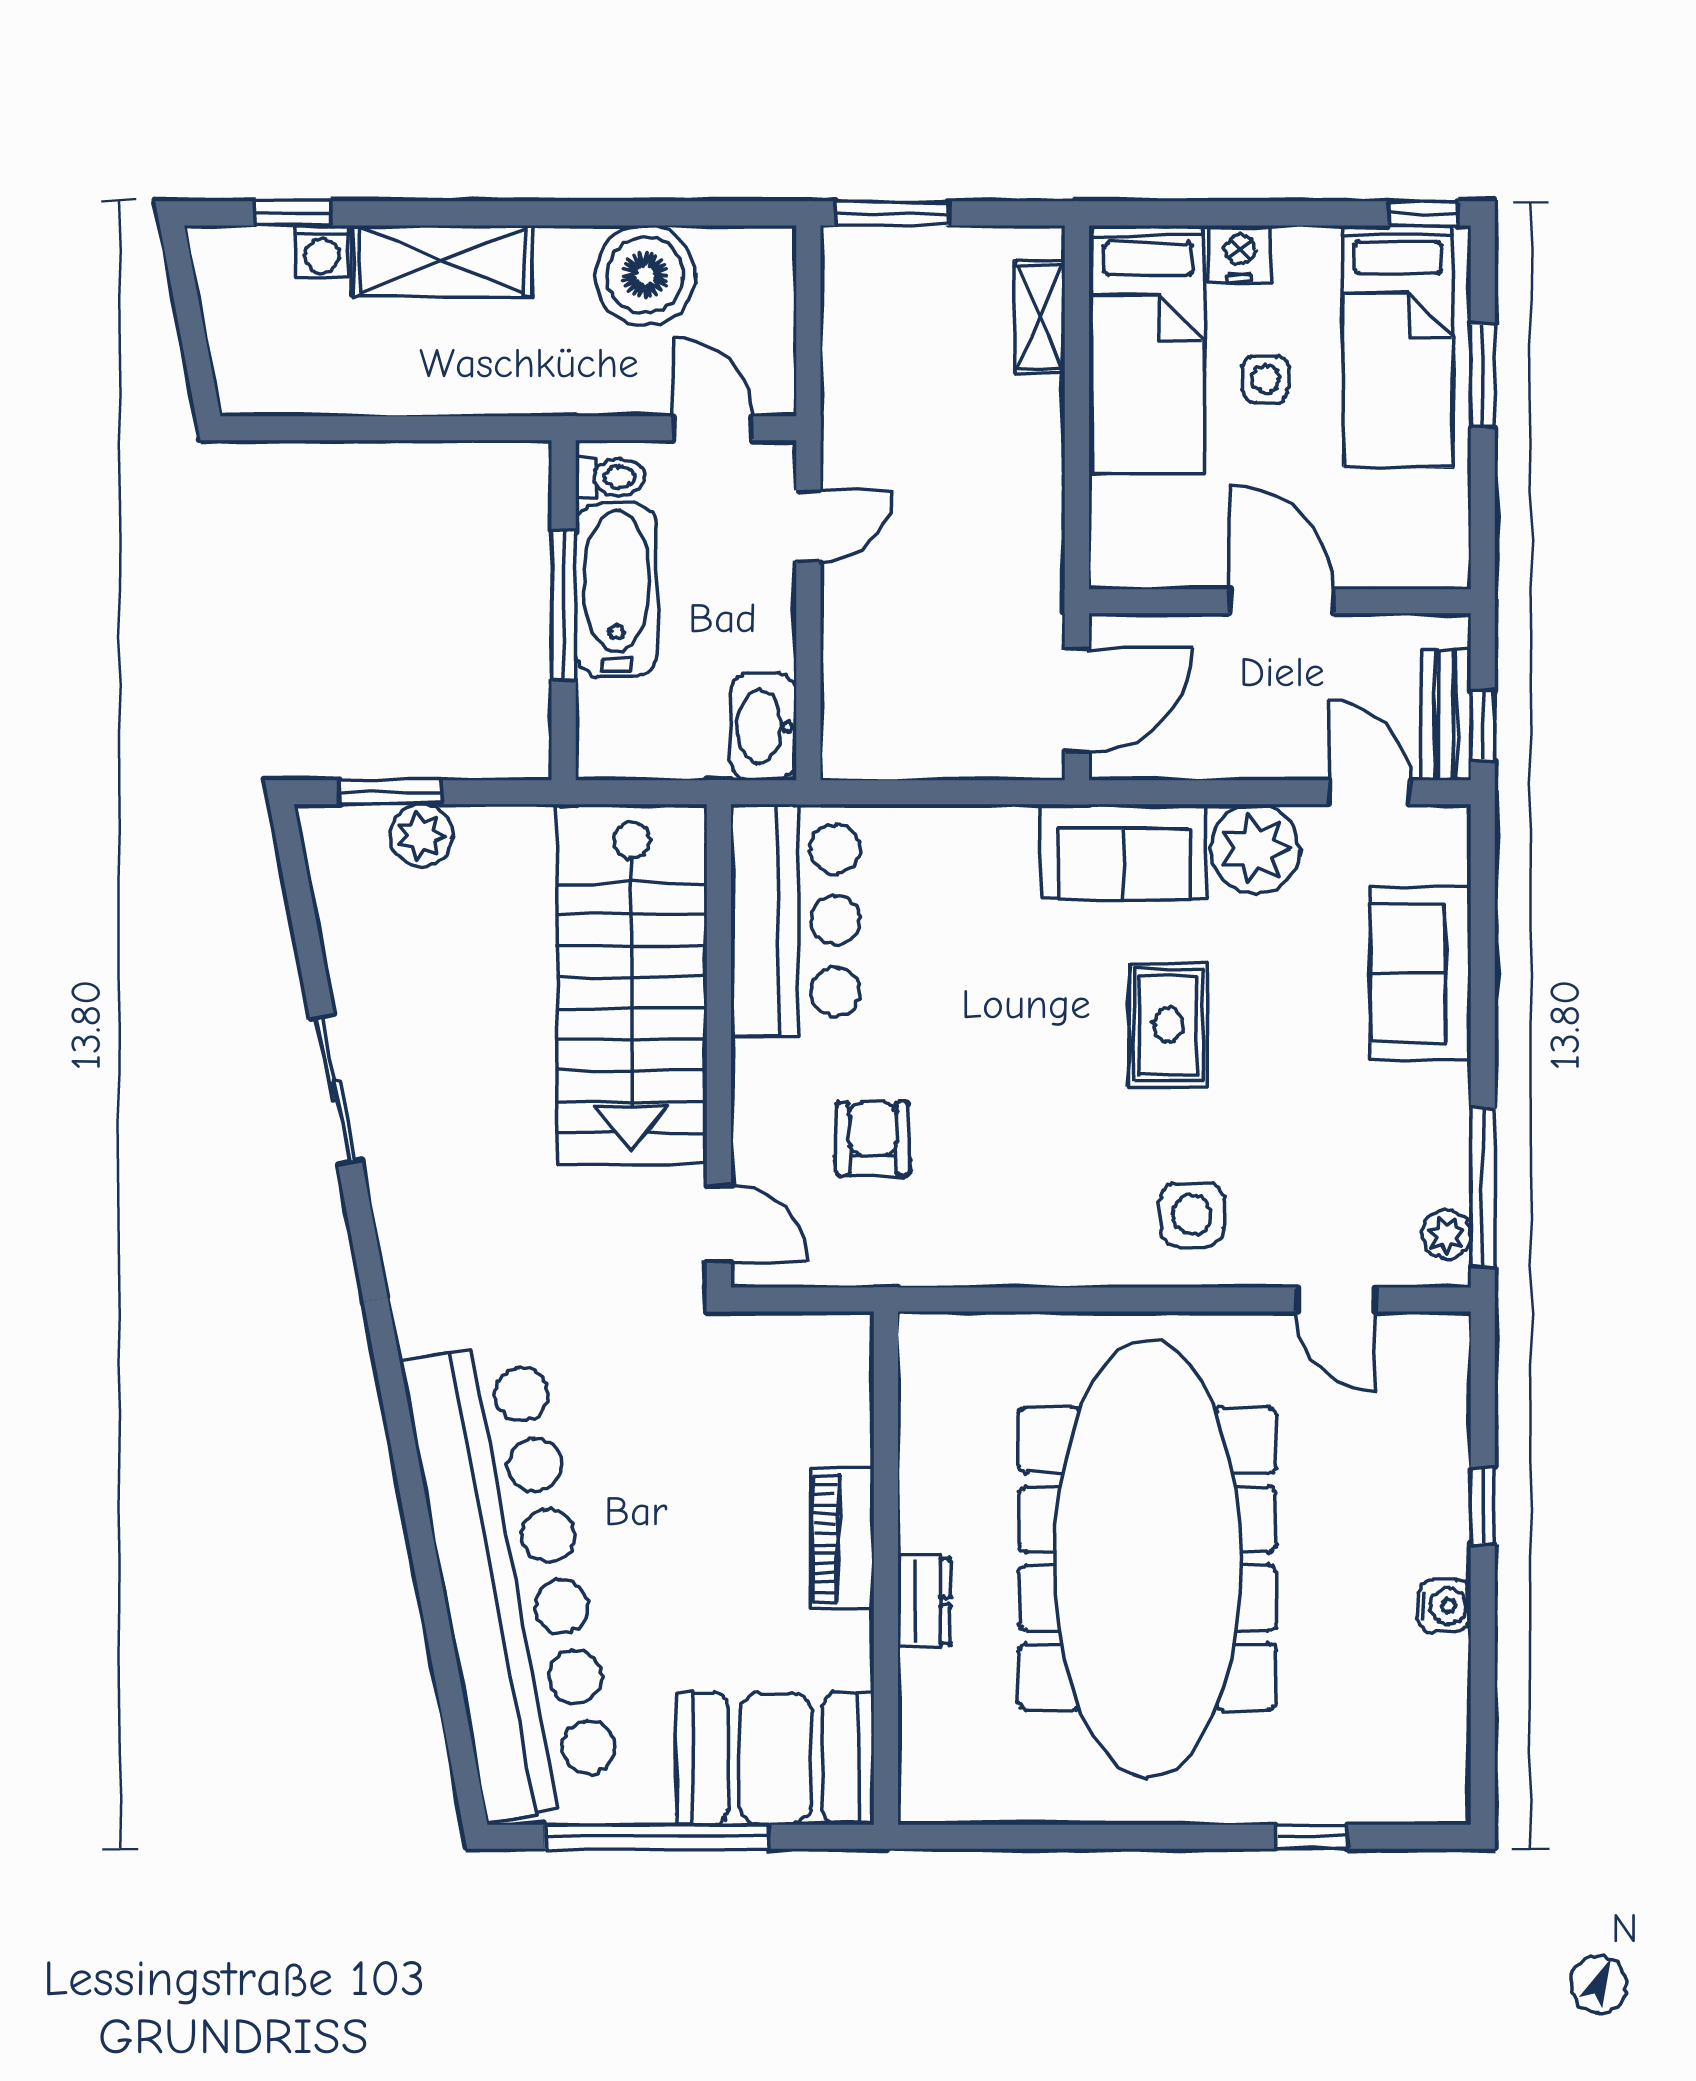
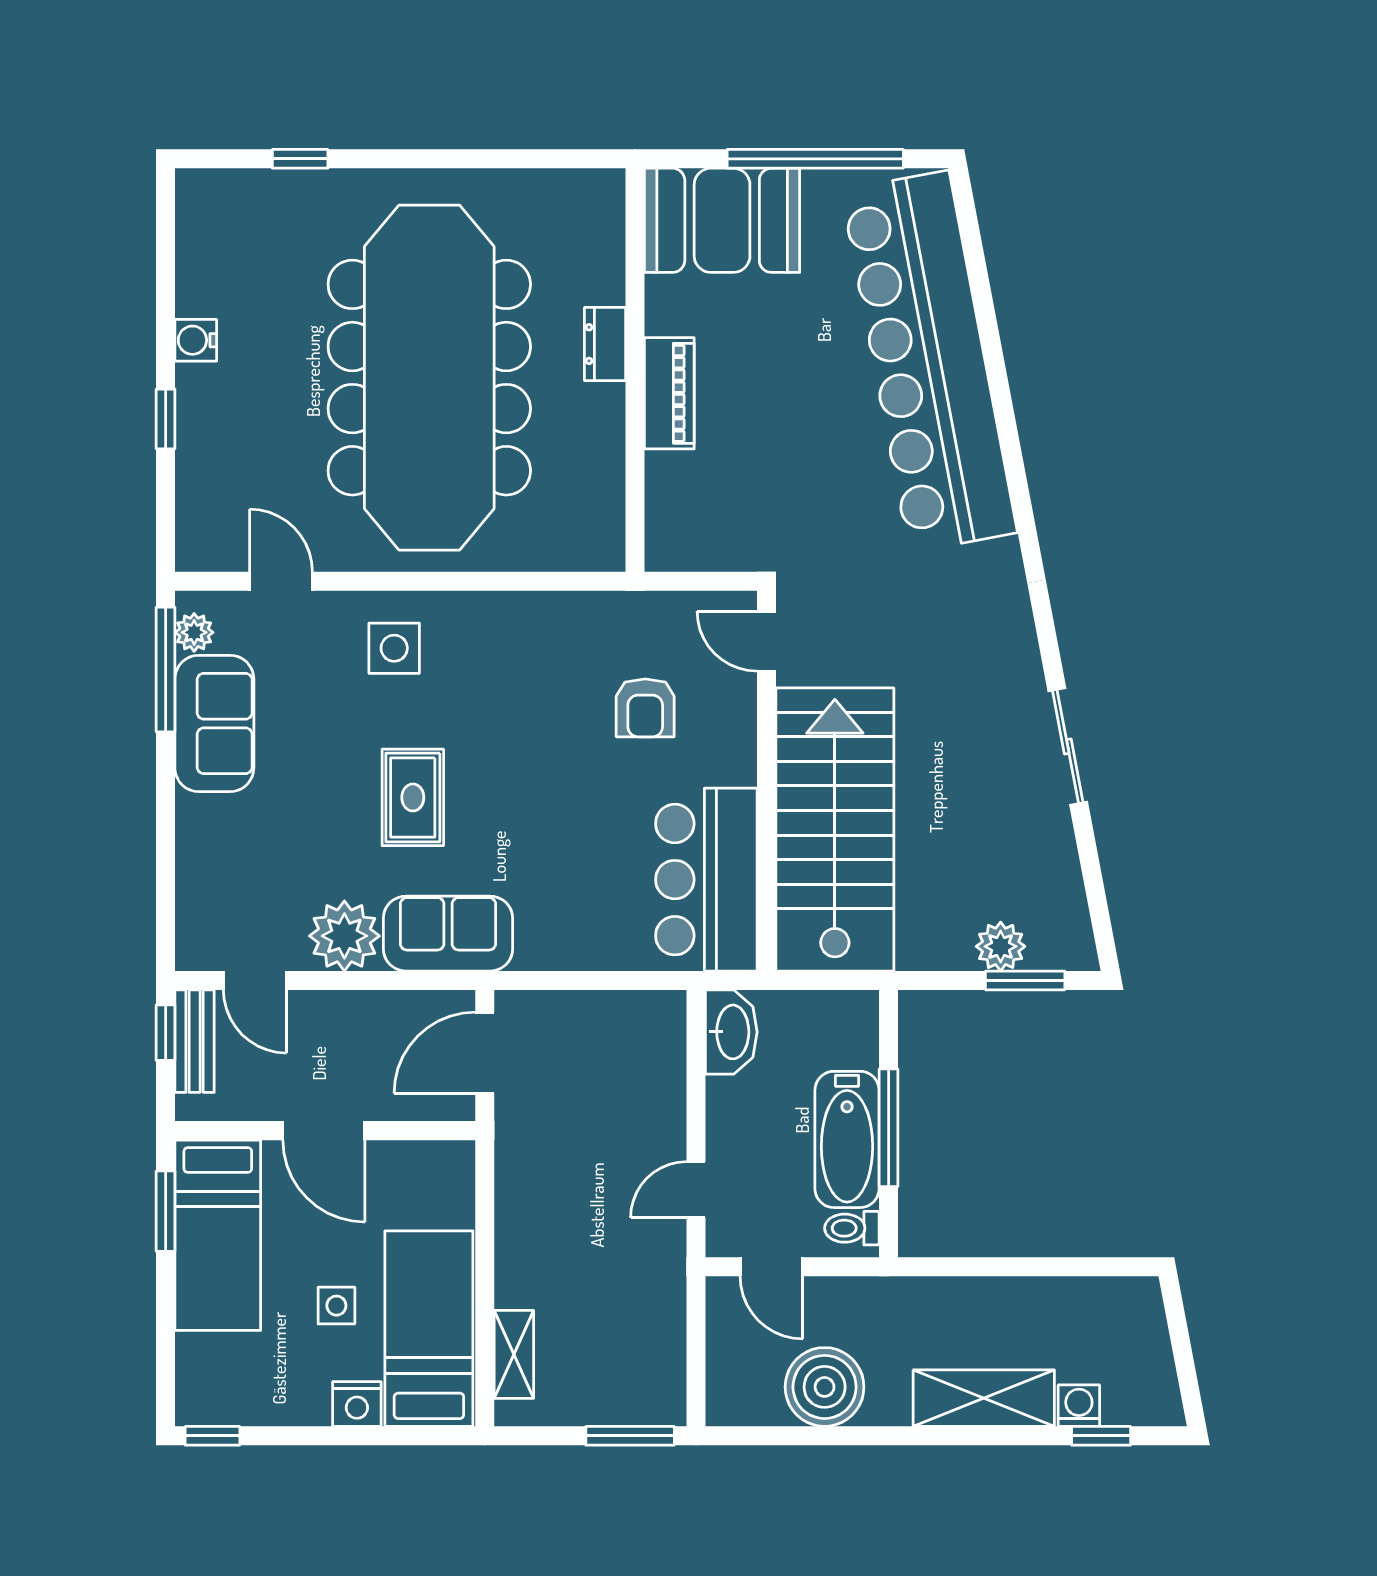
bed: (1398, 346) -> (218, 1235), moved, turned 180
window: (1483, 376) -> (166, 1211), moved
sofa: (1421, 973) -> (214, 723), moved

